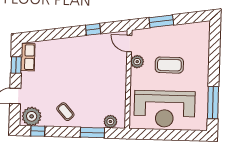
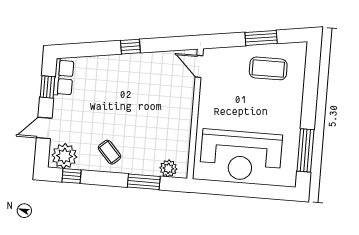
window: (161, 21) -> (261, 38), moved
window: (93, 29) -> (130, 47), moved
plant: (137, 62) -> (208, 91), removed
coffee table: (169, 65) -> (268, 68), moved

